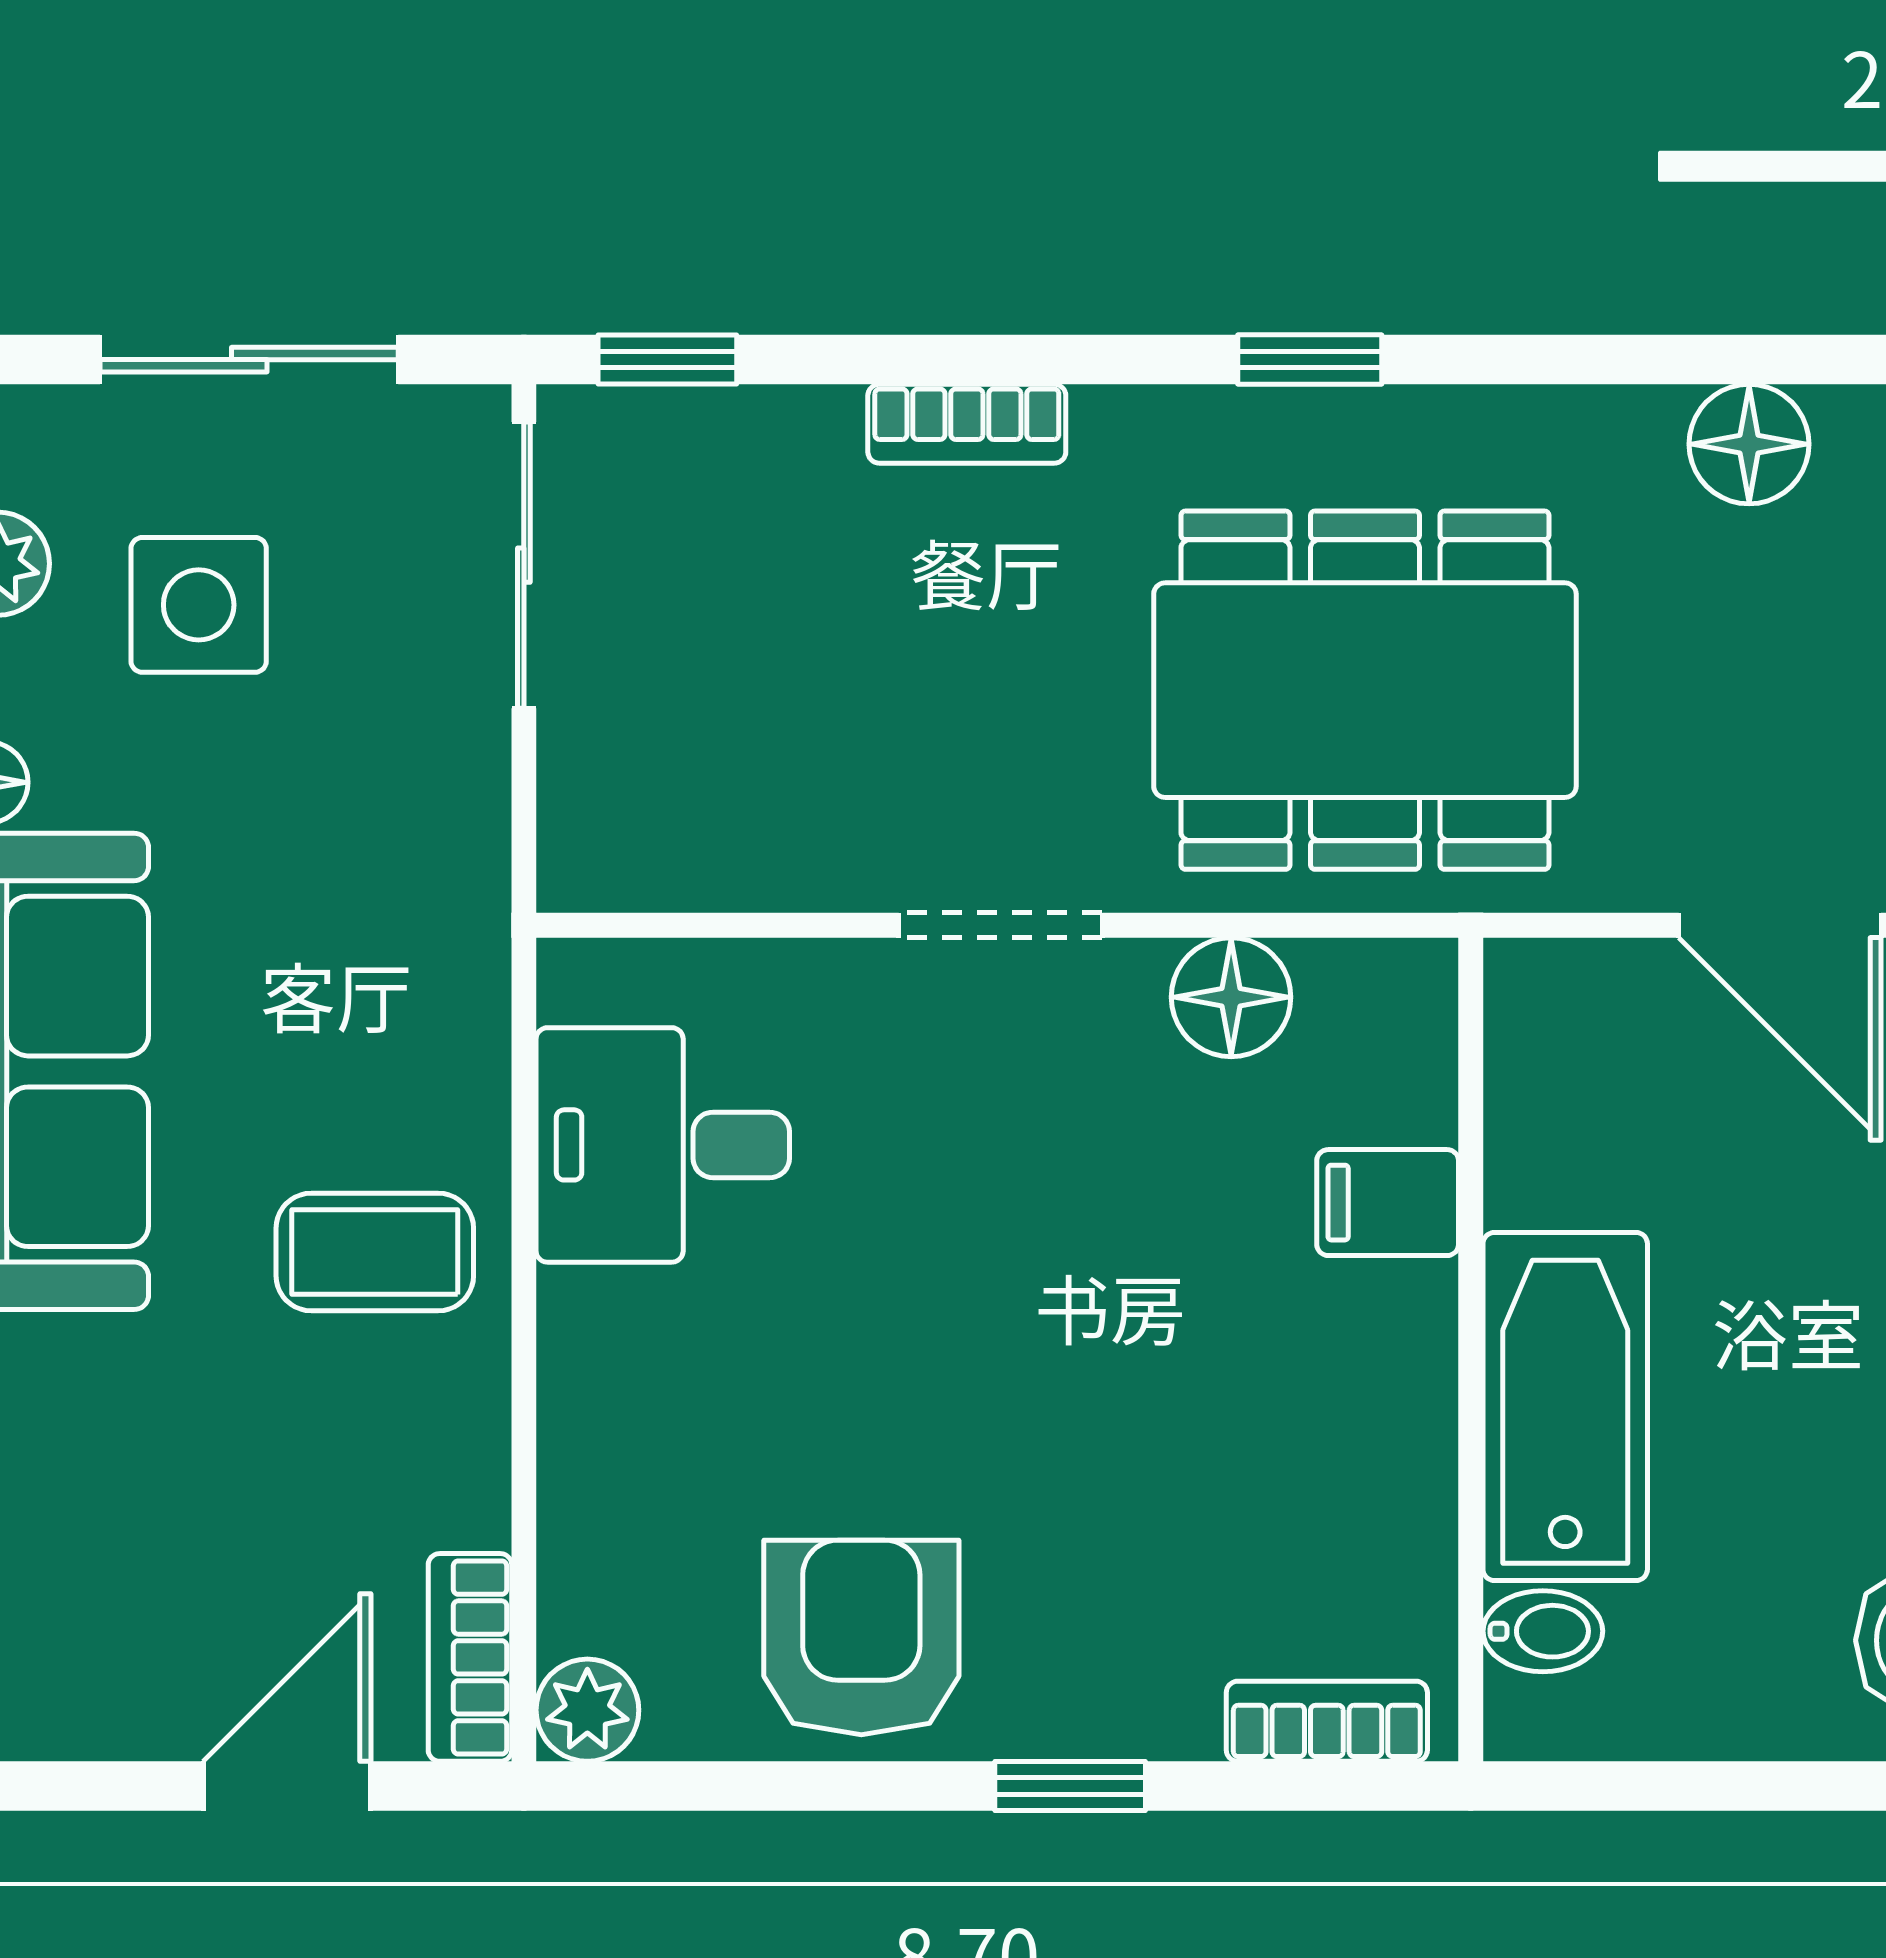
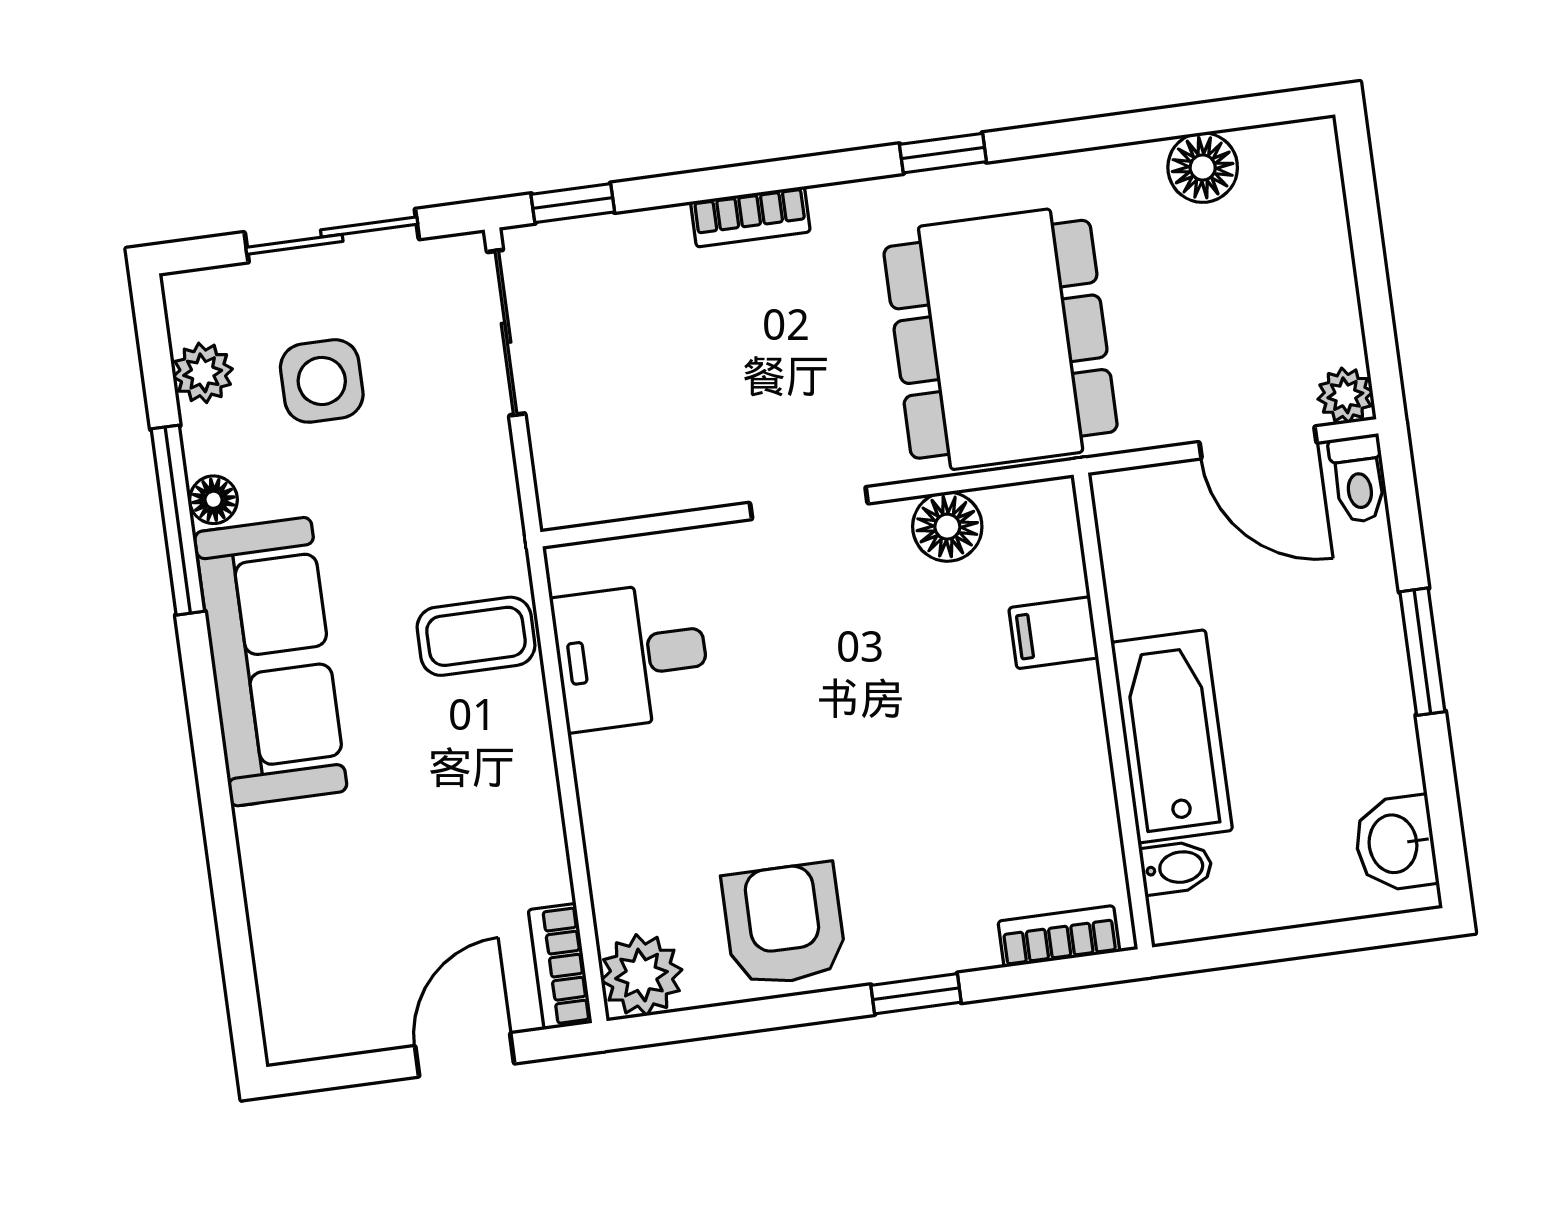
dining table: (1365, 690) -> (1001, 339), turned 90
coffee table: (375, 1252) -> (476, 636), moved
plant: (587, 1710) -> (641, 975), width x1.38, depth x1.38

